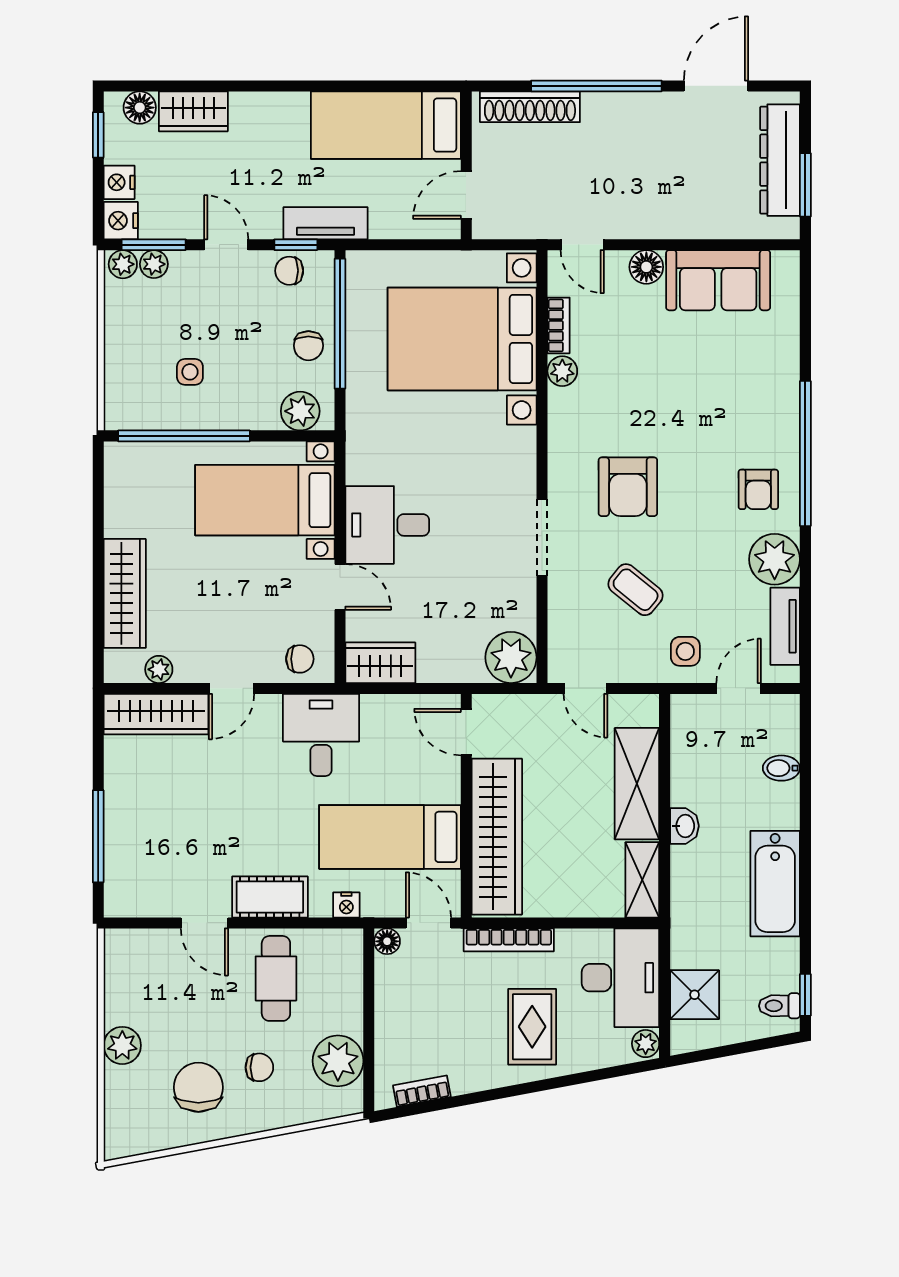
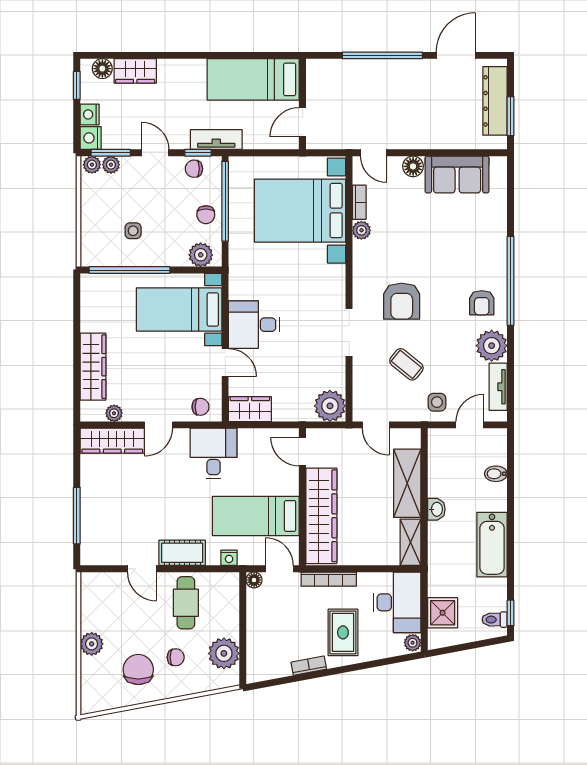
shoe rack: (530, 107) -> (342, 68), removed
bookcase: (422, 1091) -> (309, 666), moved

